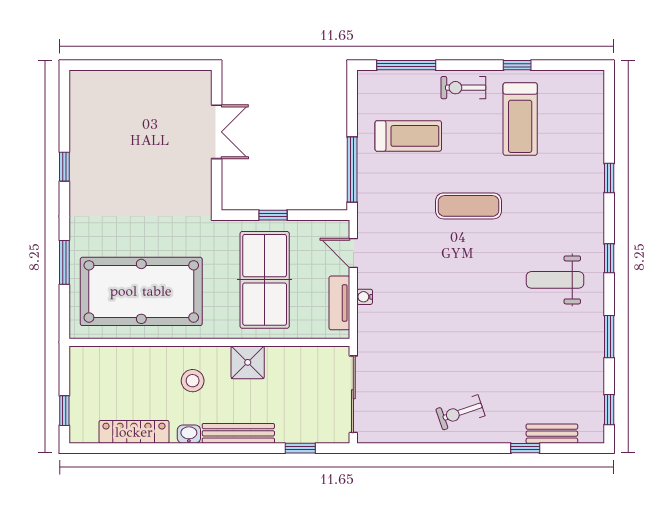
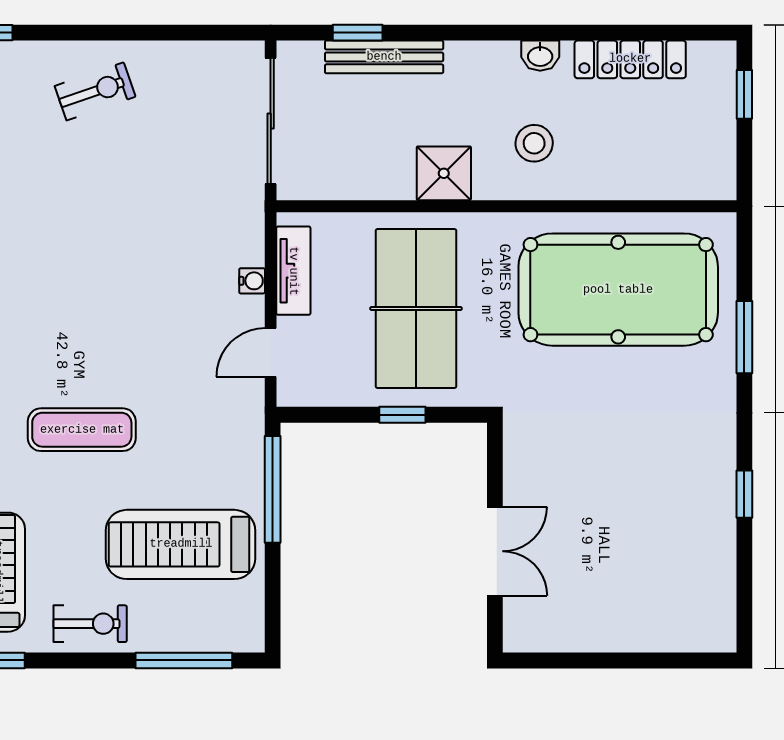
double door: (217, 132) -> (495, 551), swing flipped
treadmill: (408, 136) -> (181, 544), width x1.37, depth x1.38
door: (353, 253) -> (271, 353), swing flipped
bench: (238, 433) -> (384, 57), moved

